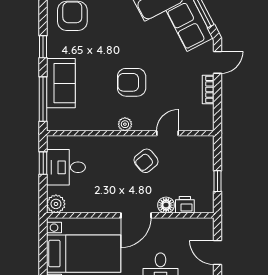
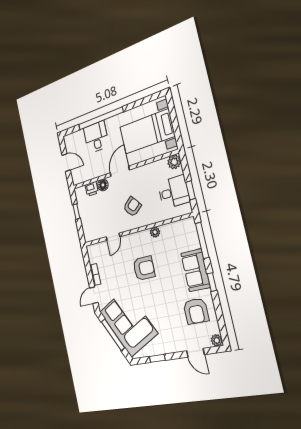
sofa: (61, 83) -> (195, 270), moved
plant: (125, 124) -> (155, 232), moved
armchair: (146, 161) -> (132, 207), moved

